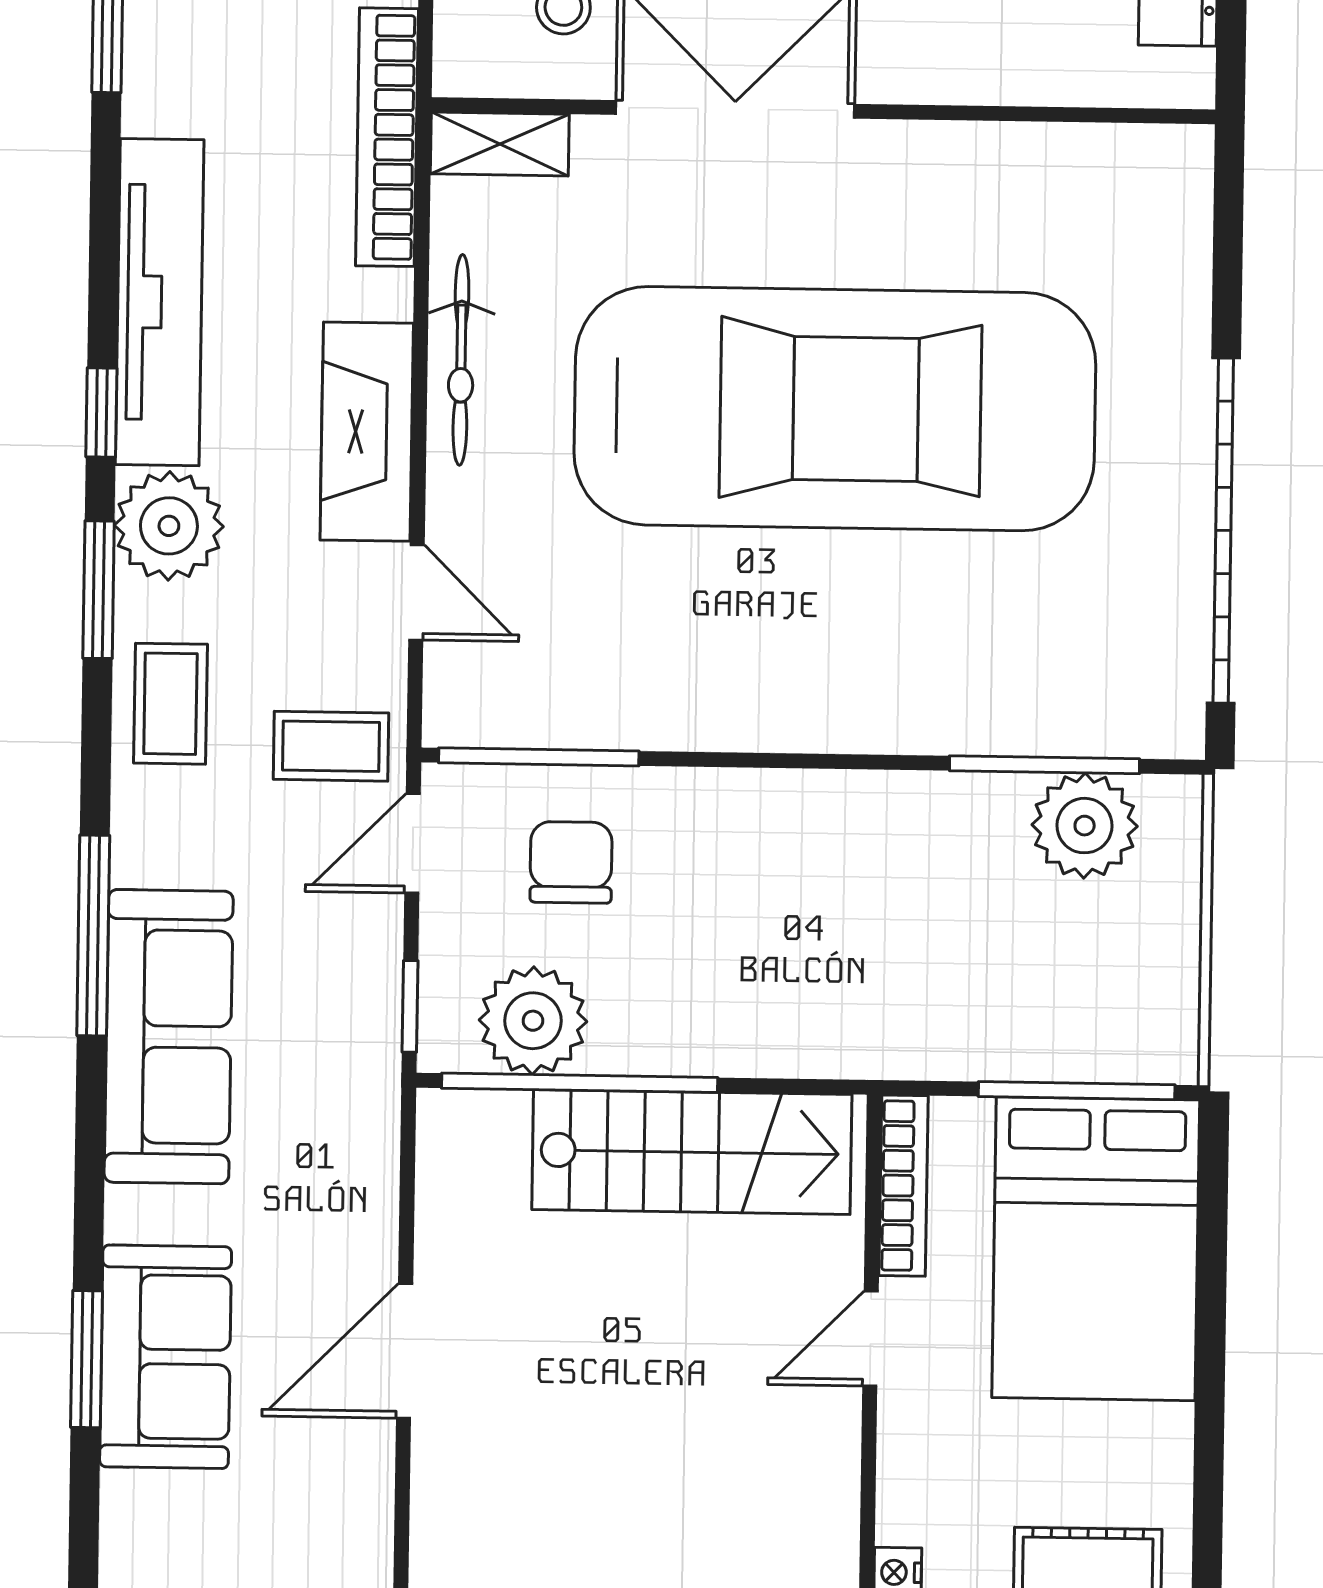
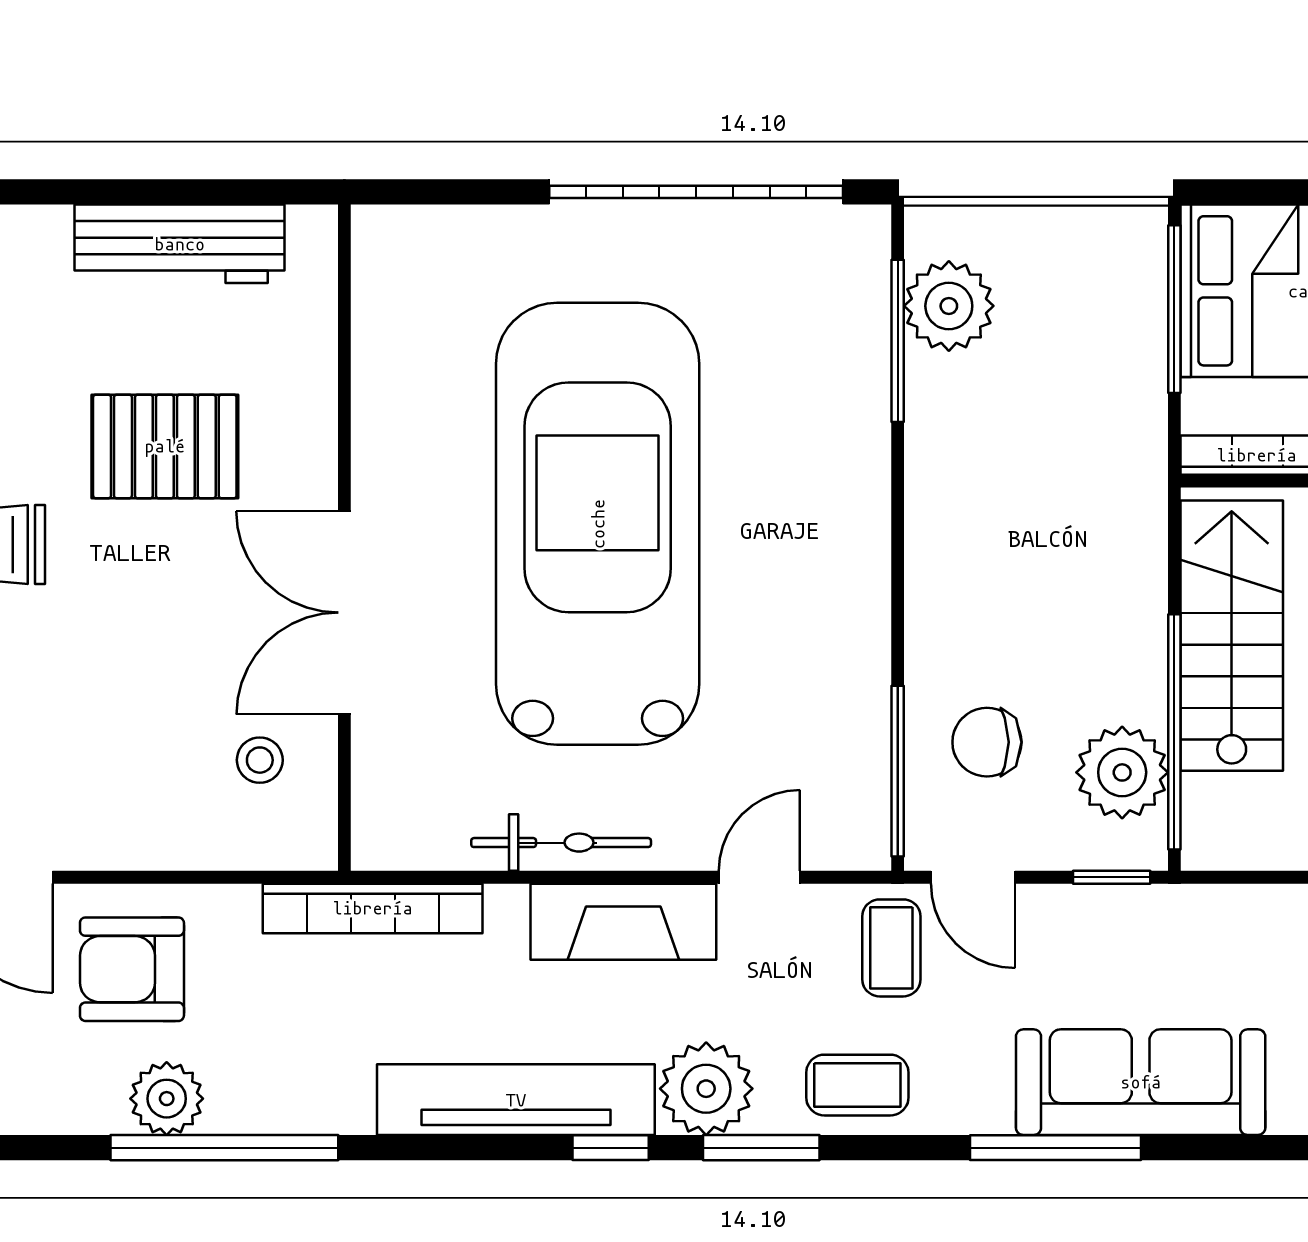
shelving: (500, 144) -> (377, 812), removed

